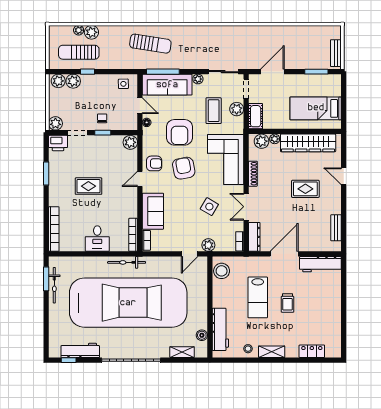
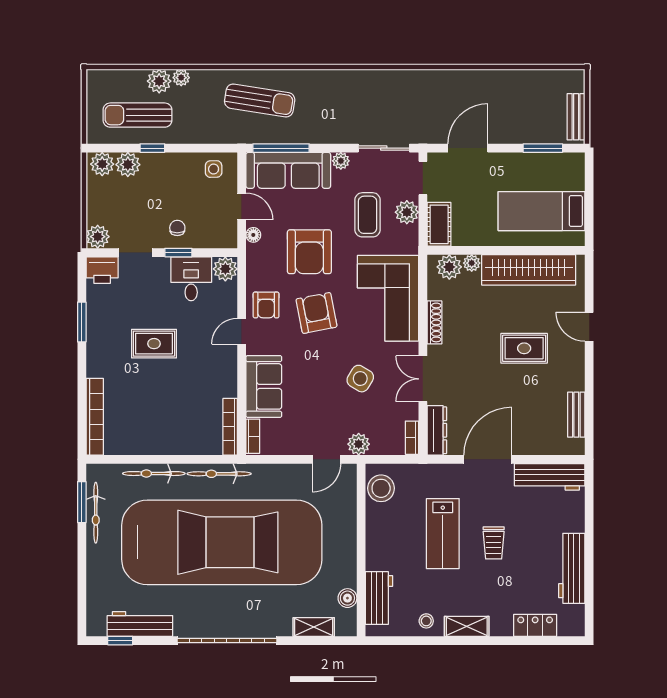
plant: (79, 30) -> (181, 78), moved
armchair: (154, 163) -> (266, 305), turned 90
desk: (97, 239) -> (191, 279), moved, turned 180
bicycle: (88, 262) -> (154, 474), added
workbench: (333, 318) -> (572, 568), added
workbench: (220, 329) -> (379, 598), width x0.73

